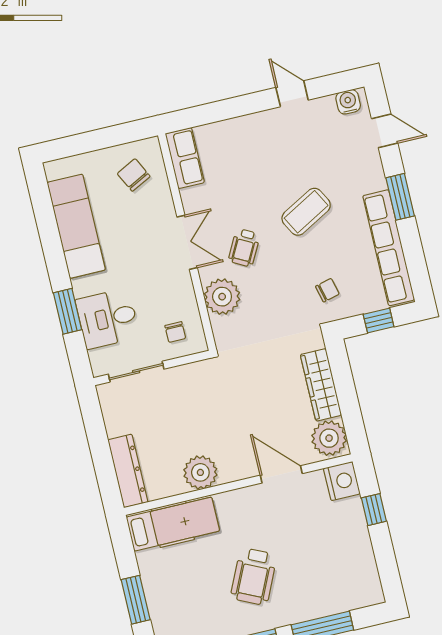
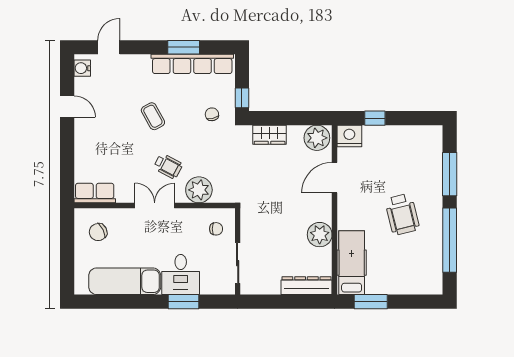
door: (292, 94) -> (67, 106), swing flipped
window: (400, 197) -> (184, 47), moved
coffee table: (306, 212) -> (153, 116), width x0.73, depth x0.77
desk: (108, 319) -> (181, 274), moved
window: (379, 320) -> (242, 98), moved
wardrobe: (321, 385) -> (270, 135), width x0.67
wheelchair: (254, 576) -> (402, 214), turned 51
window: (136, 600) -> (371, 302), moved

